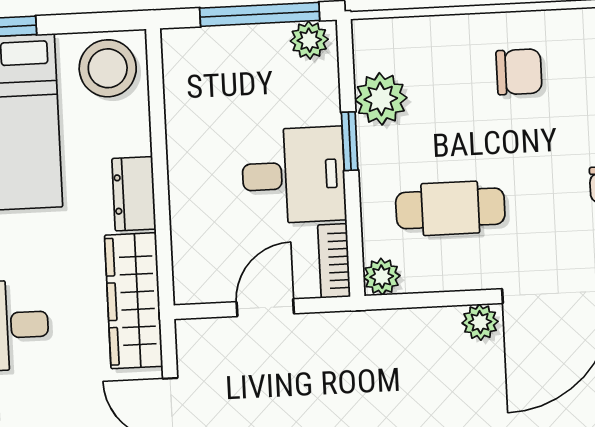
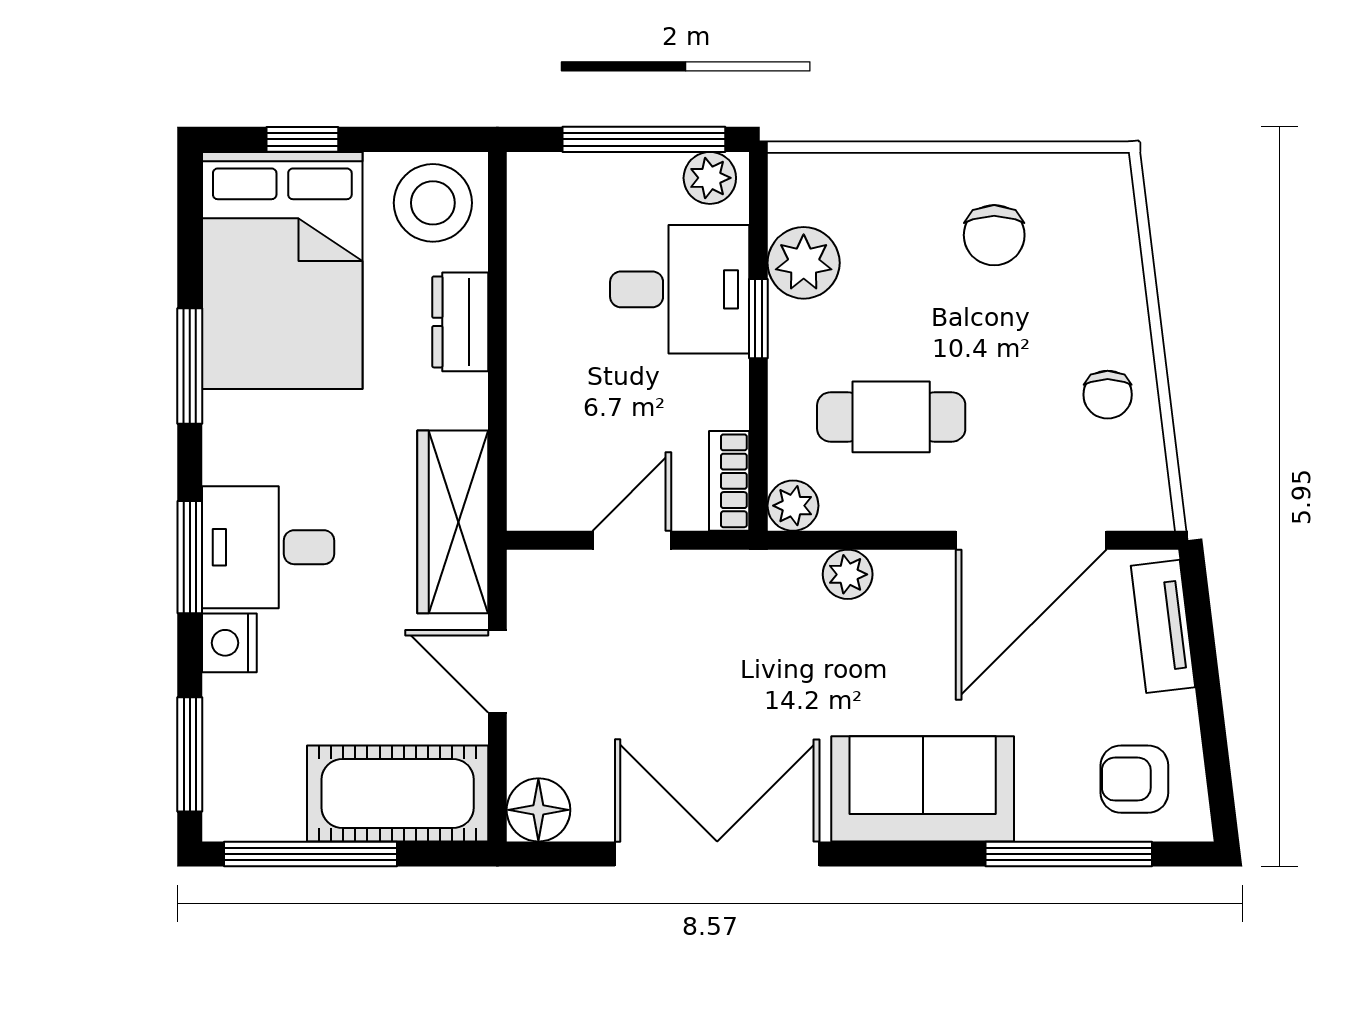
chair: (519, 72) -> (994, 235), turned 90
desk: (294, 175) -> (680, 289), moved
dresser: (134, 194) -> (460, 322), moved
plant: (480, 322) -> (848, 574), moved

